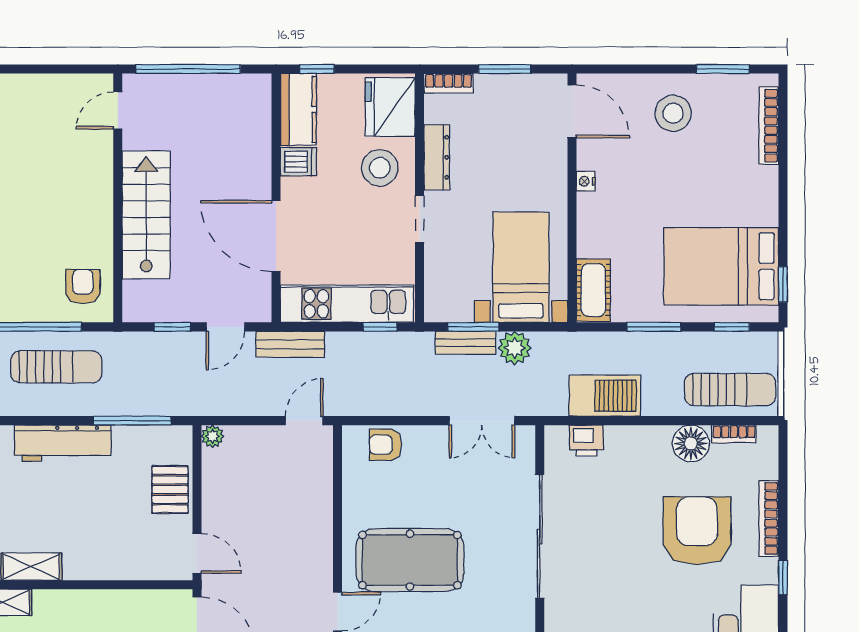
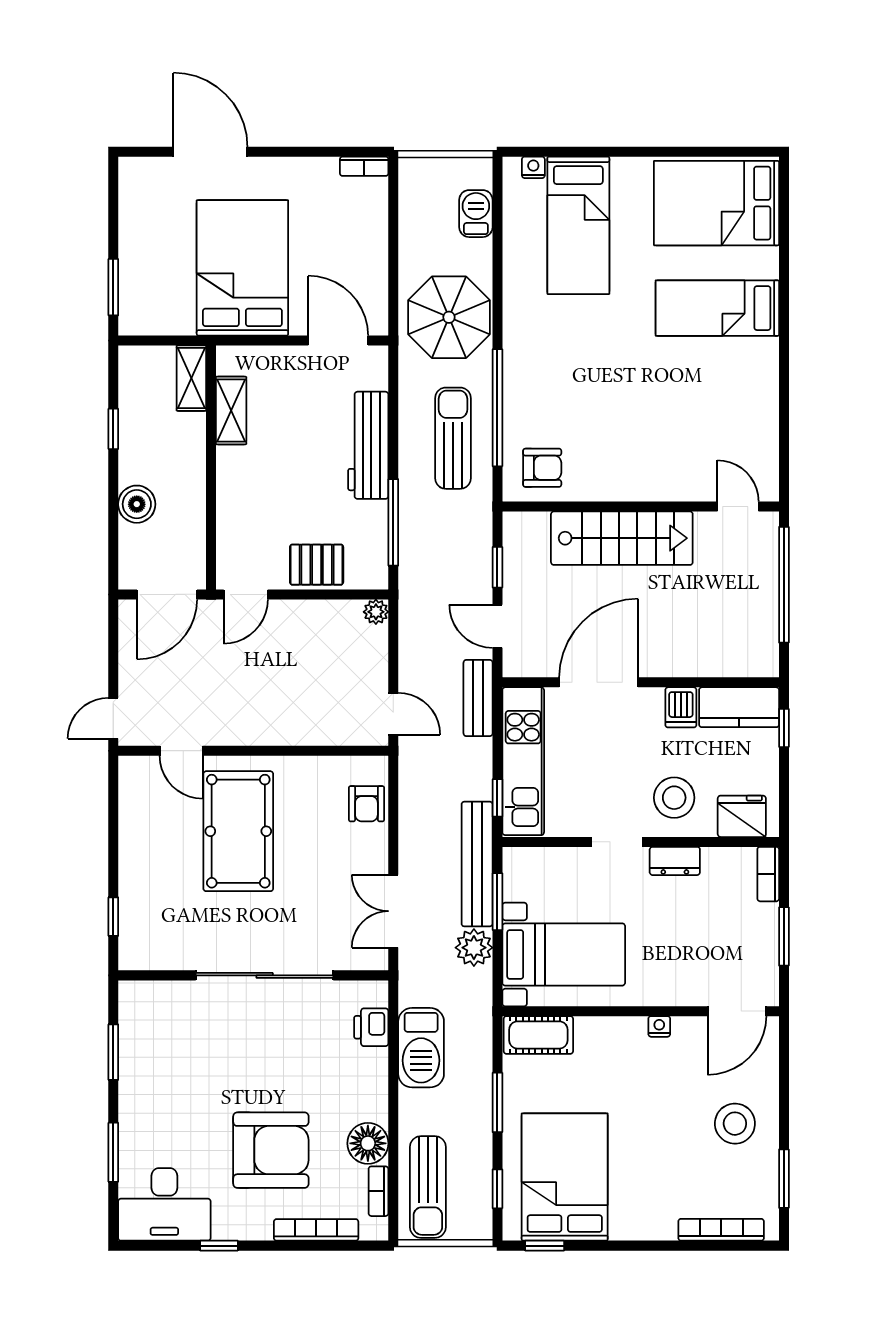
fridge: (390, 107) -> (742, 816), width x0.73, depth x0.75
dresser: (437, 157) -> (675, 861), width x0.70
bench: (465, 343) -> (477, 864), width x1.86, depth x1.21
sun lounger: (56, 367) -> (453, 438), turned 180
armchair: (385, 445) -> (366, 804), turned 180
bookcase: (769, 518) -> (316, 1230), moved

